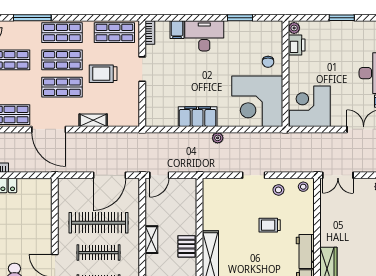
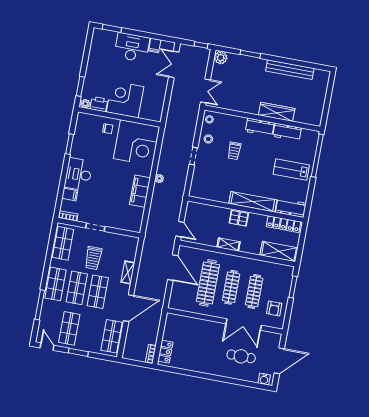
window: (342, 18) -> (80, 86), moved
corner desk: (310, 106) -> (125, 99), moved, turned 90

